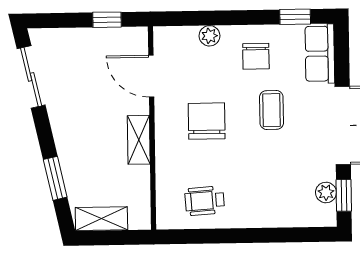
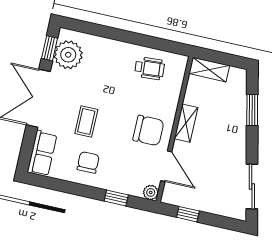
window: (295, 17) -> (116, 198), moved
plant: (209, 36) -> (151, 192), moved
chair: (207, 121) -> (148, 130), moved, turned -90
plant: (326, 193) -> (68, 55), width x1.88, depth x1.88
shelving: (101, 219) -> (209, 70), moved

